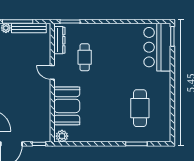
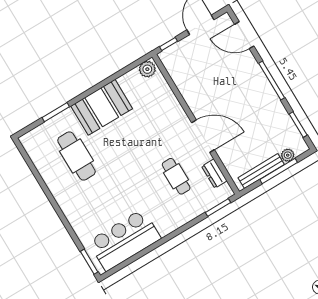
dresser: (59, 40) -> (214, 174), width x0.70
bar counter: (157, 47) -> (125, 240), moved, turned -90
door: (52, 72) -> (203, 136), width x1.87
booth: (67, 106) -> (102, 107), moved, turned 90

